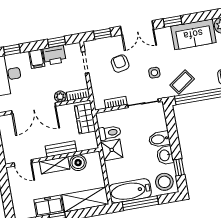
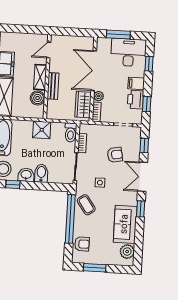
wardrobe: (85, 118) -> (83, 105), moved, turned -90
toilet: (110, 133) -> (71, 132), moved

